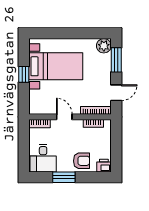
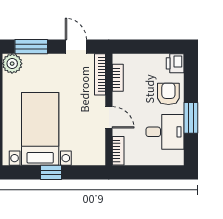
door: (64, 117) -> (109, 117), swing flipped
desk: (43, 158) -> (165, 132), moved

